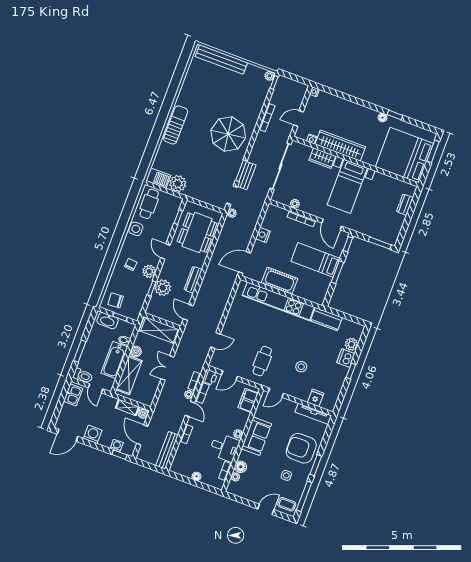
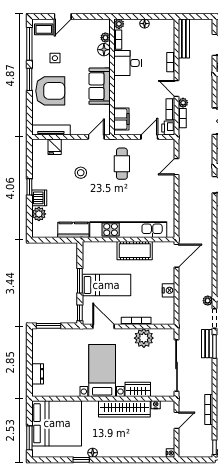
plant: (295, 204) -> (144, 338), width x1.88, depth x1.88
plant: (238, 434) -> (119, 24), moved

